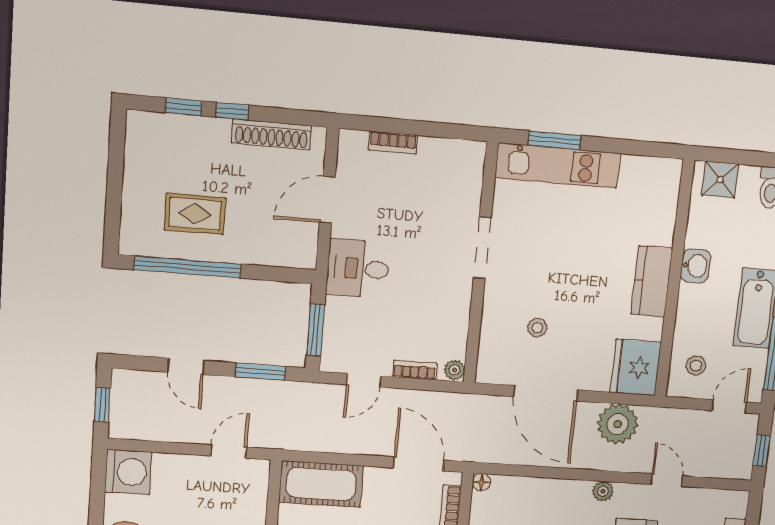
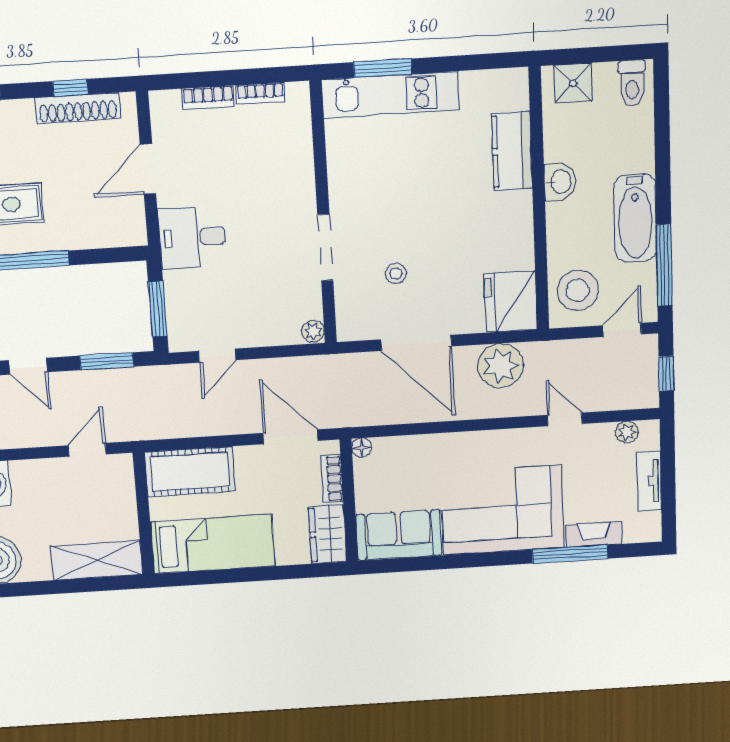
window: (232, 111) -> (70, 88), moved
doorway: (482, 248) -> (325, 248), moved
kitchen counter: (652, 281) -> (512, 151), moved
stool: (696, 366) -> (578, 290), width x1.89, depth x1.89
bookcase: (415, 370) -> (260, 93), moved, turned 180
plant: (603, 491) -> (627, 432), moved

